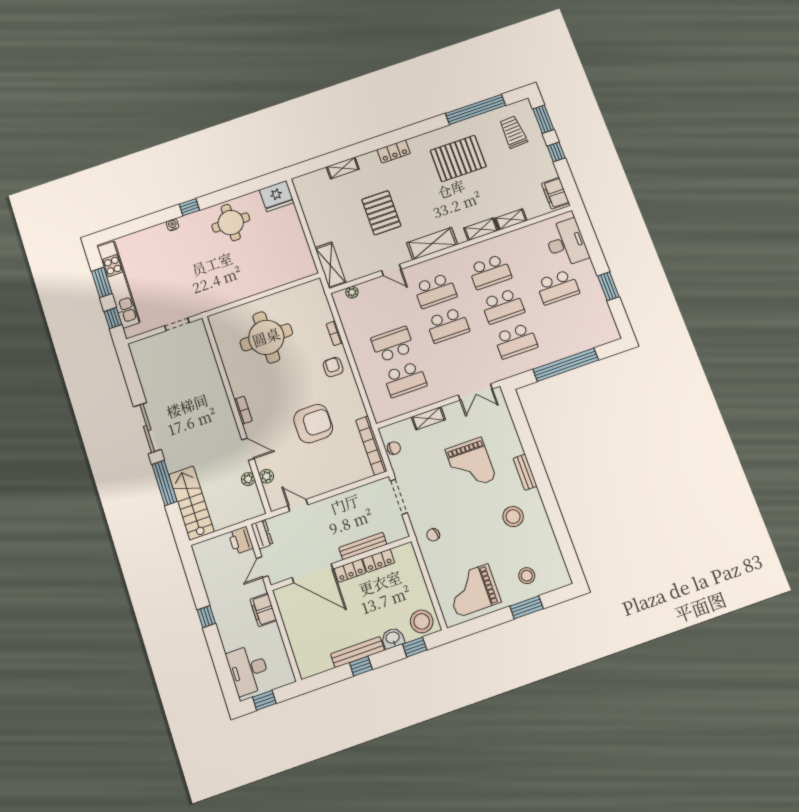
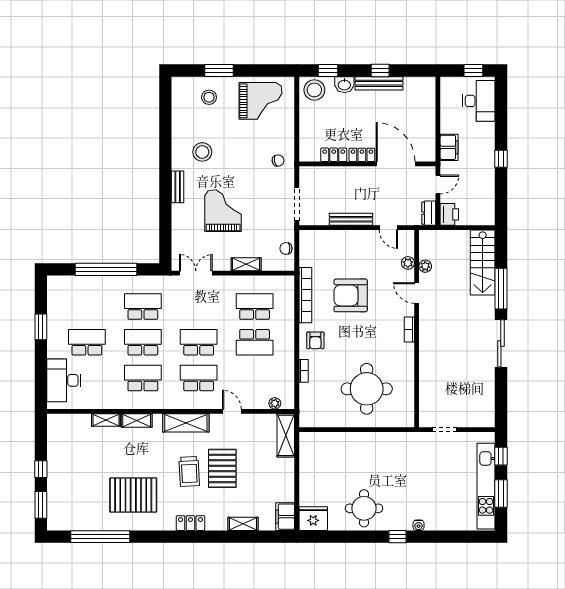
trolley: (513, 132) -> (189, 471), moved
filing cabinet: (555, 193) -> (285, 517), moved, turned 180
bookcase: (371, 446) -> (305, 295), moved
bench: (363, 546) -> (351, 219), moved

